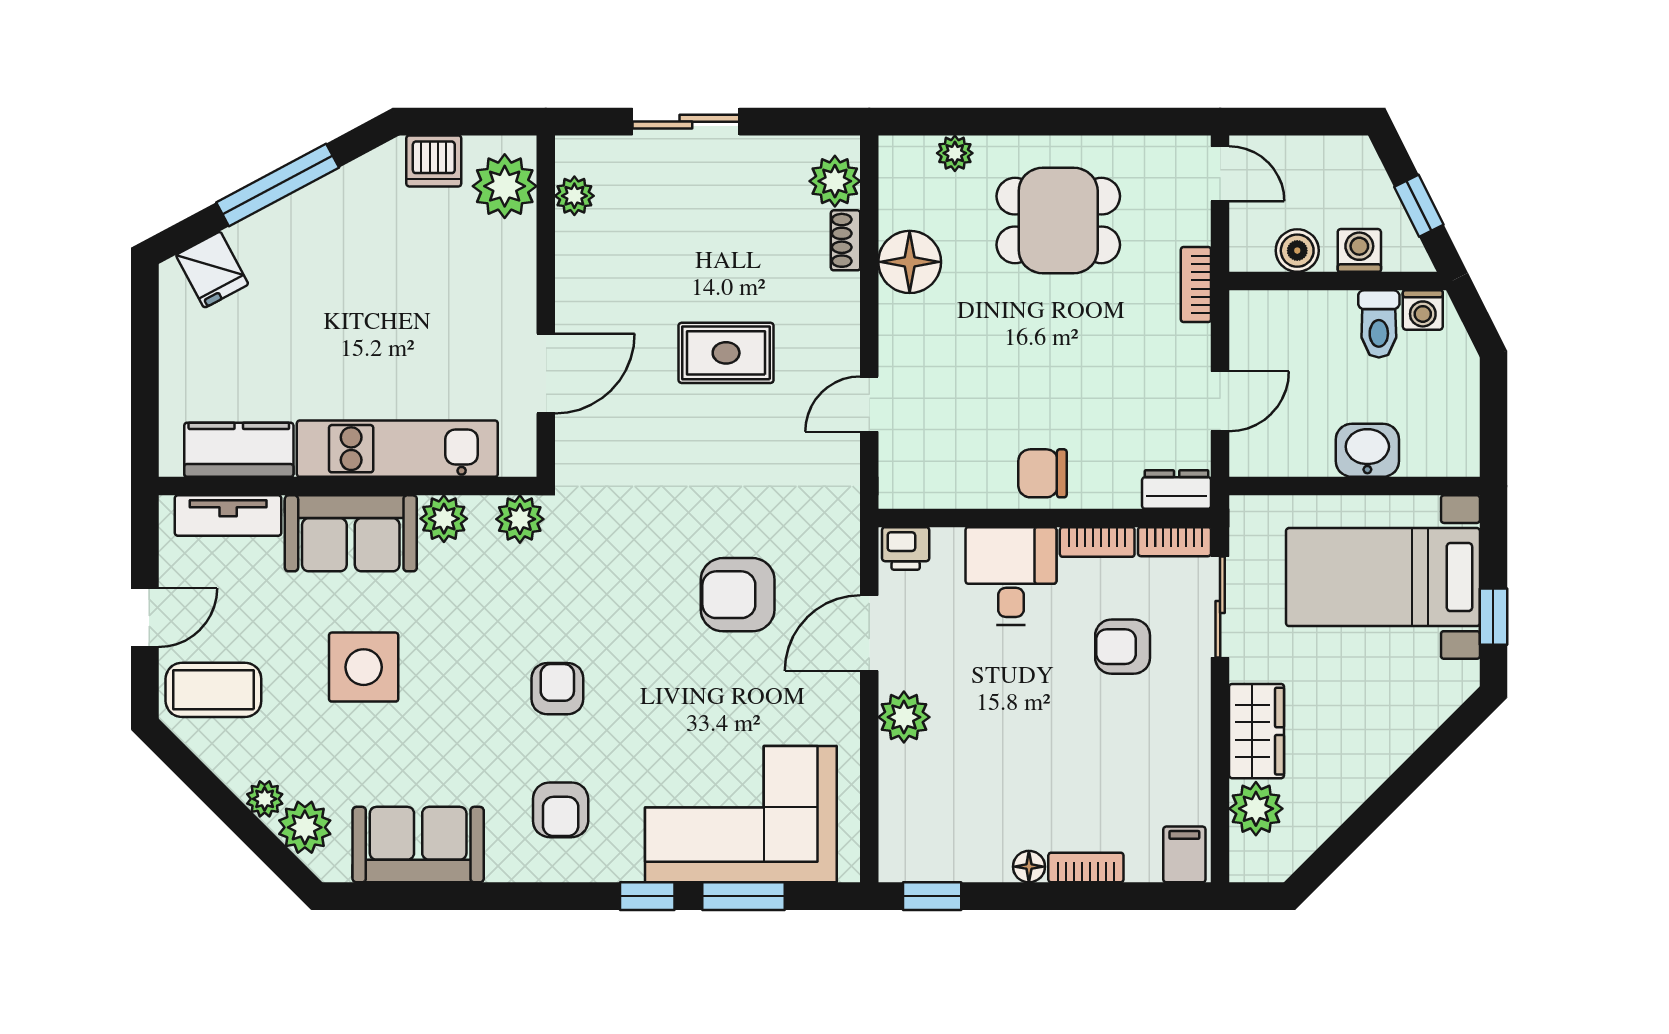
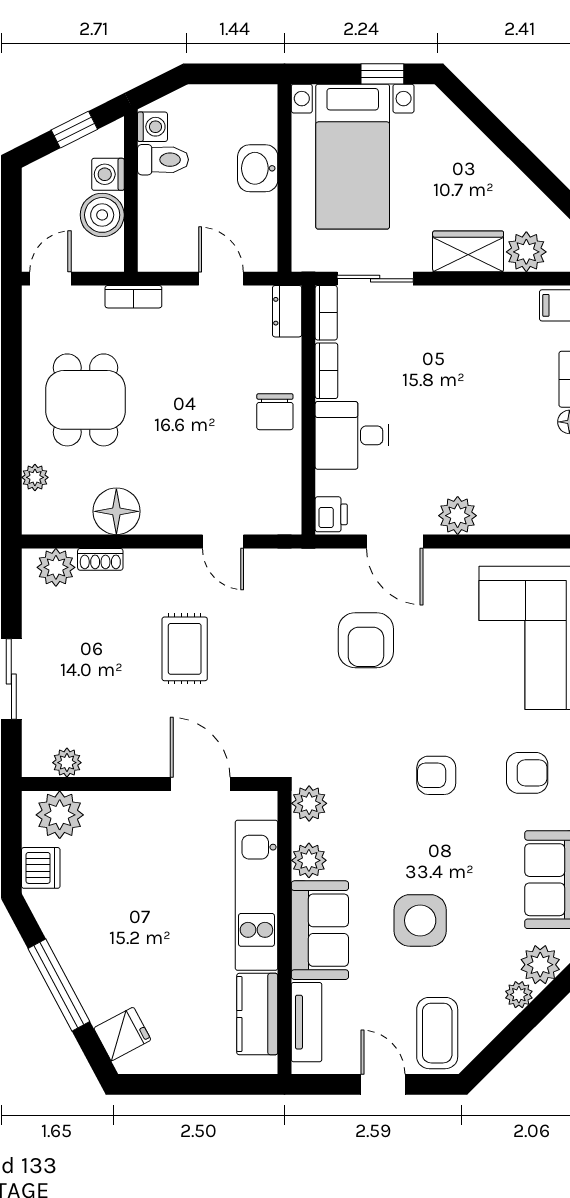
boiler: (1297, 251) -> (102, 215), width x1.36, depth x1.36
armchair: (1123, 647) -> (405, 352), removed

